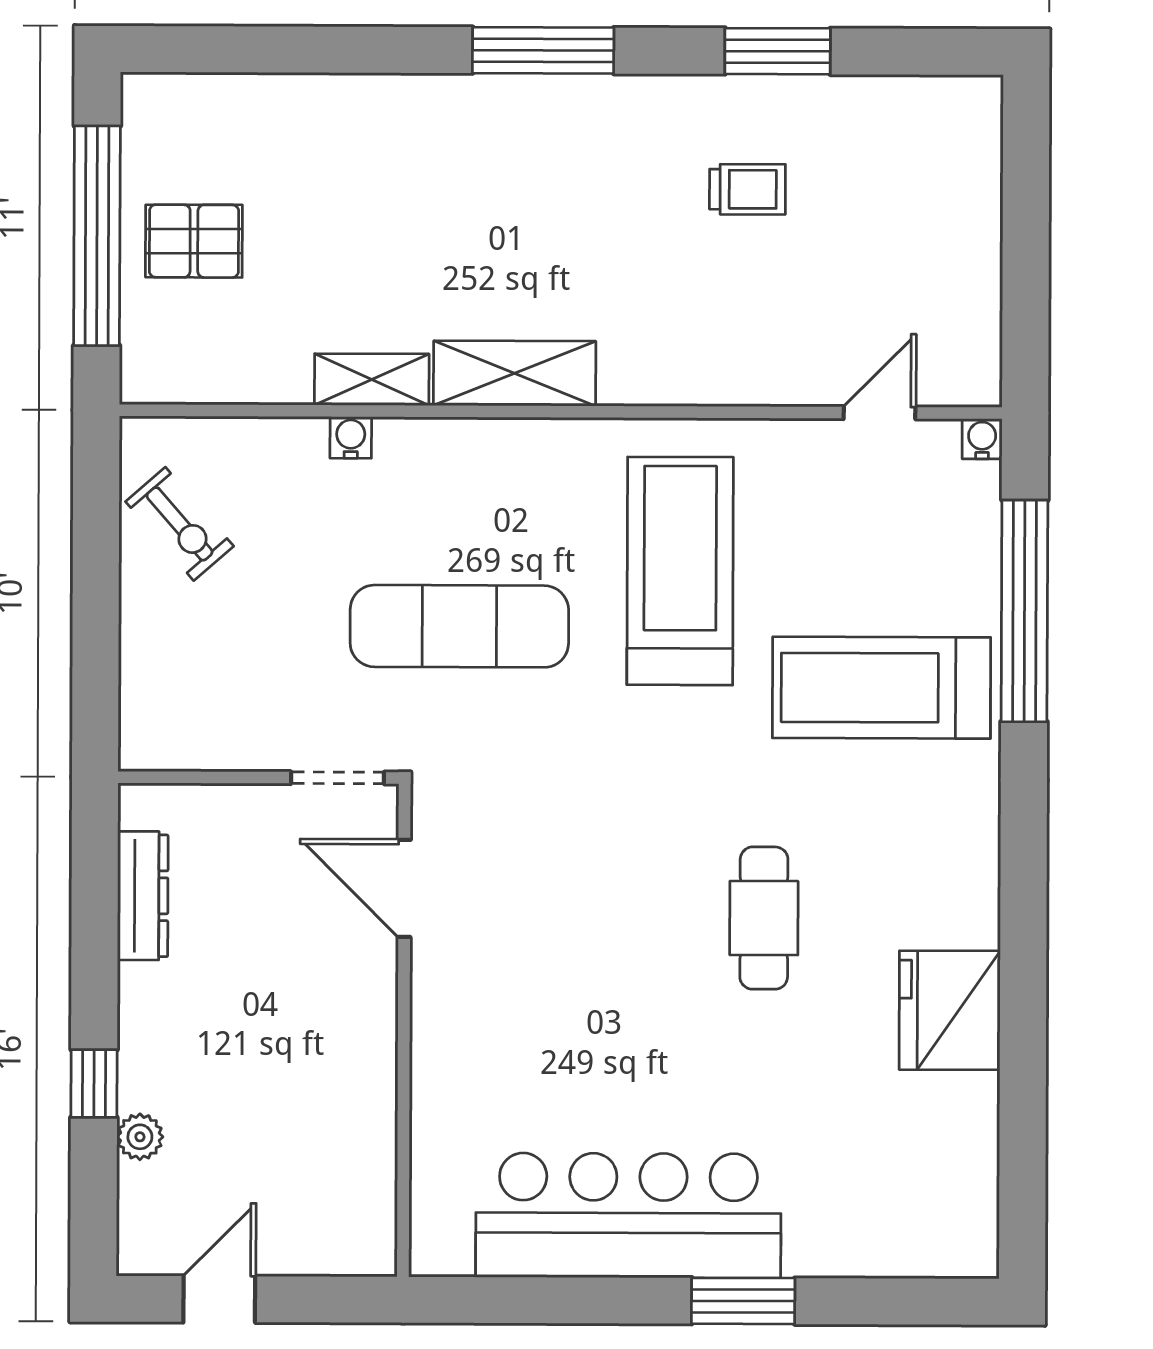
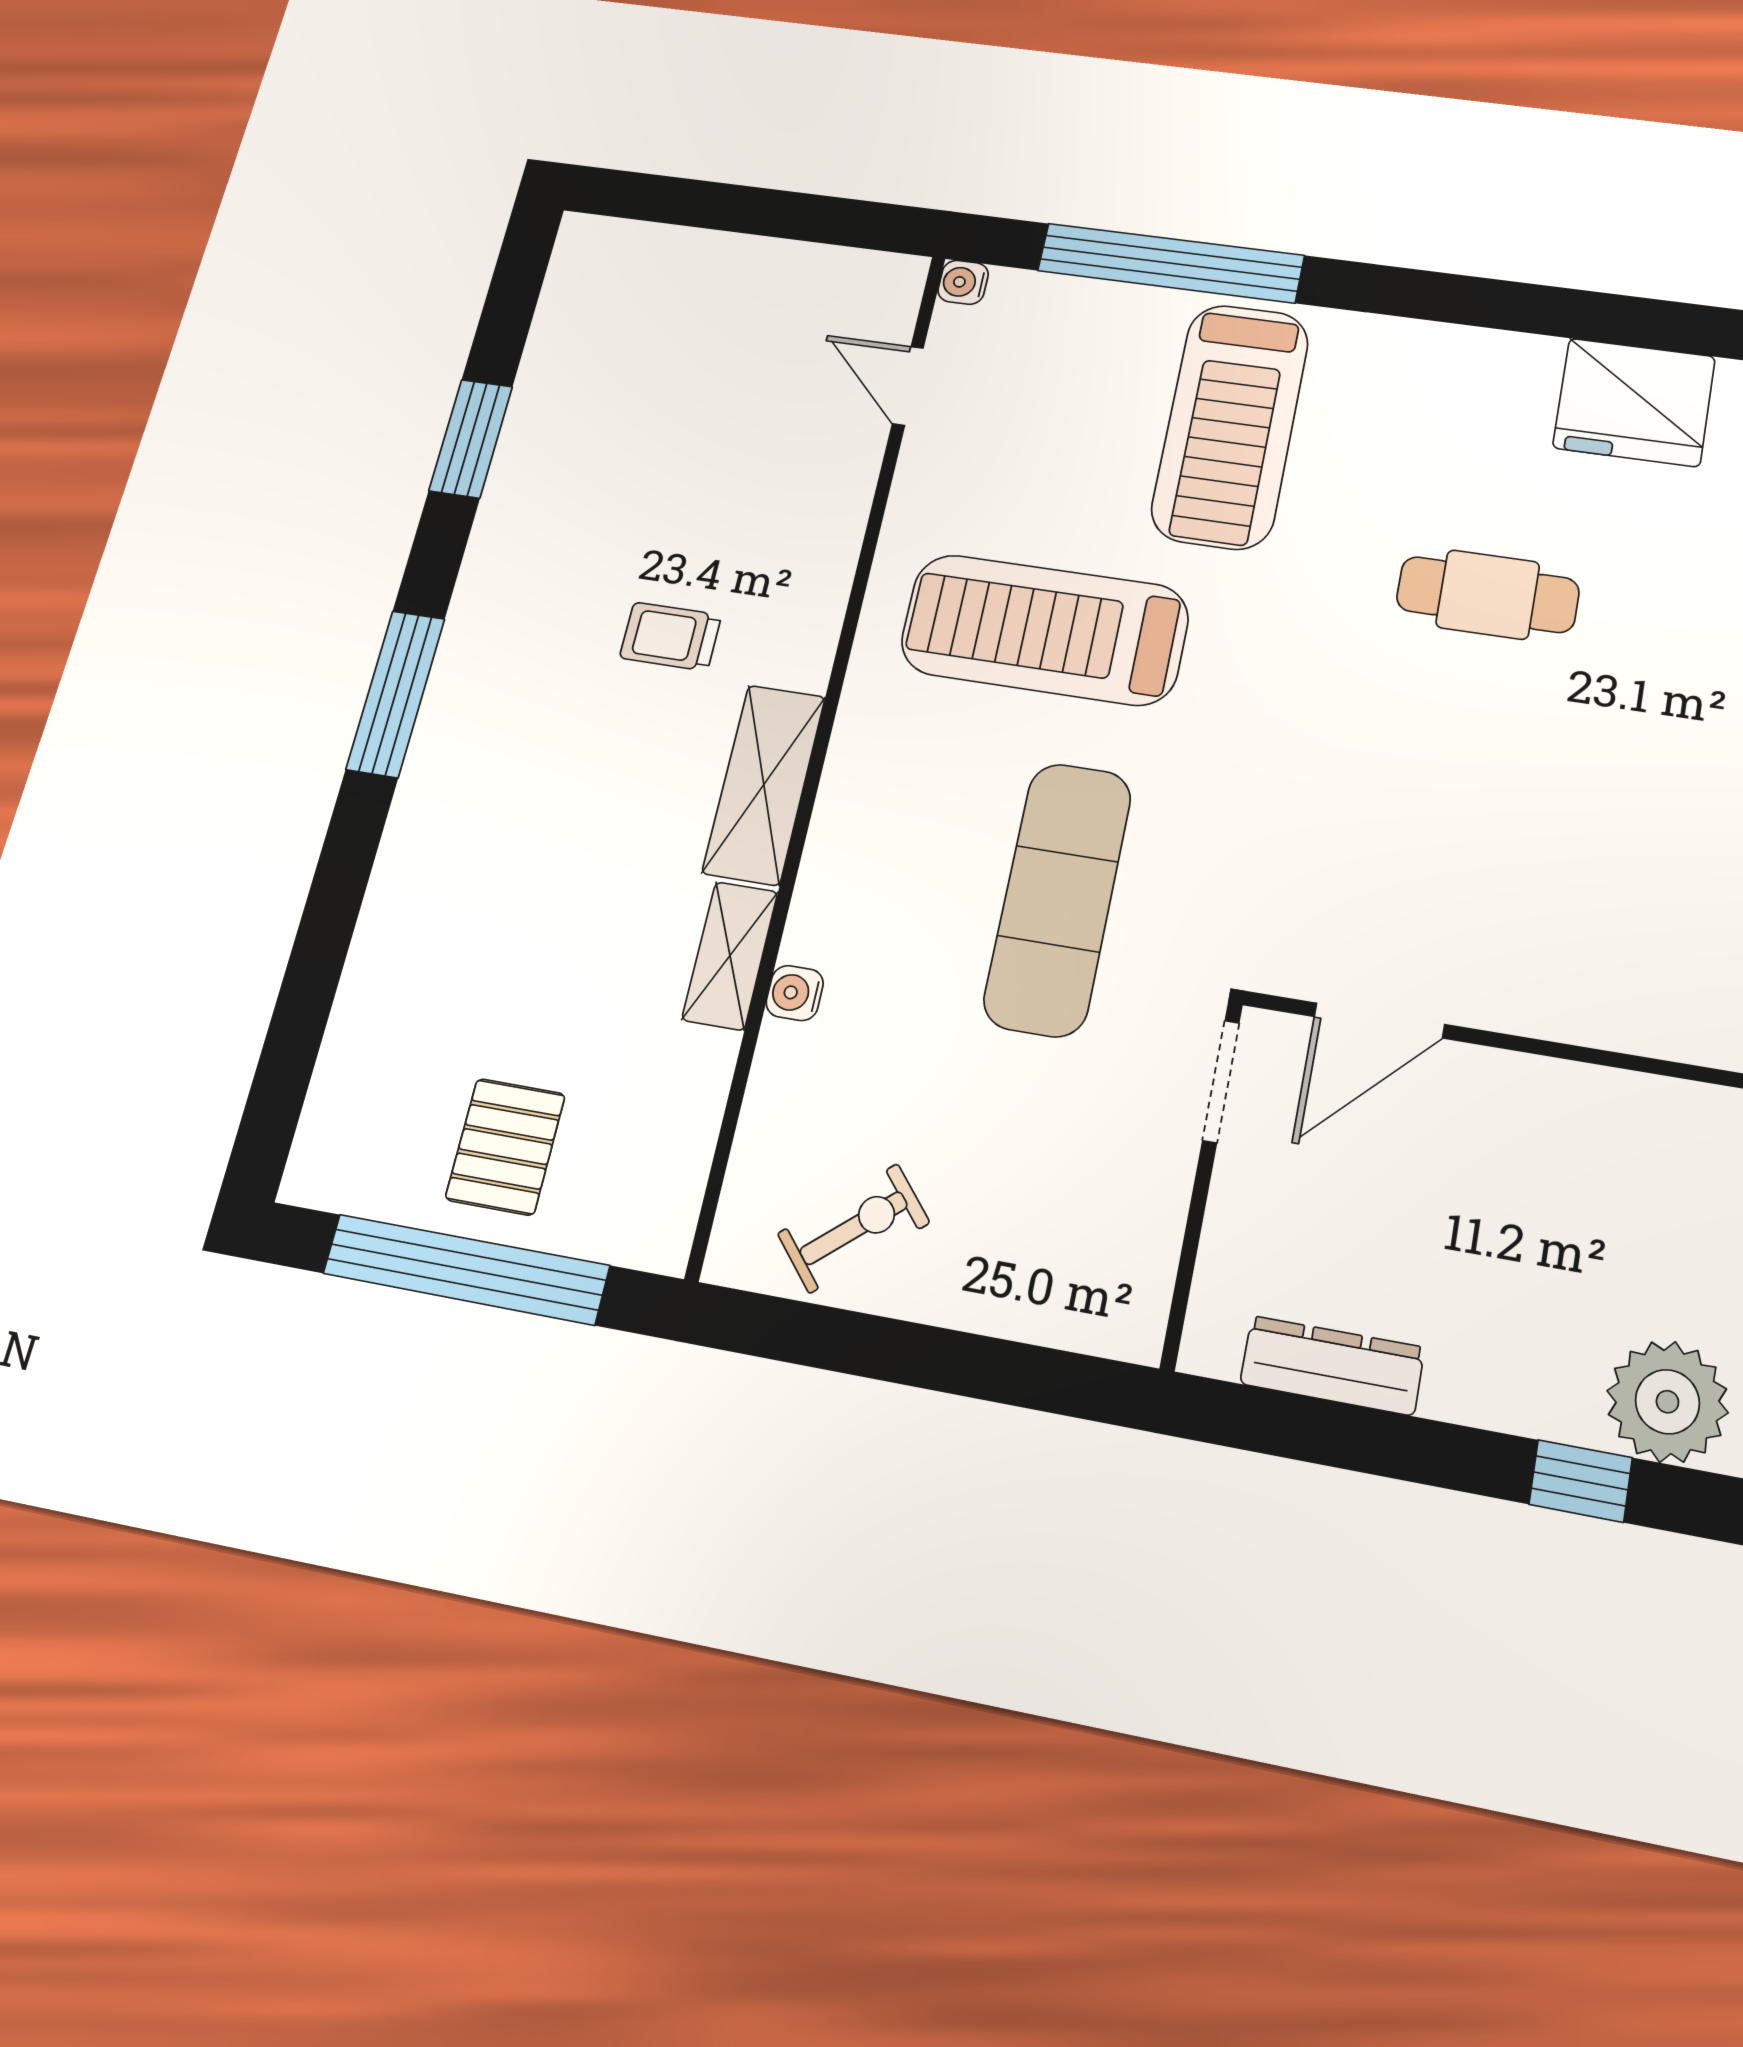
trolley: (747, 189) -> (670, 636), moved, turned -90
plant: (140, 1137) -> (1667, 1402), width x1.87, depth x1.87

